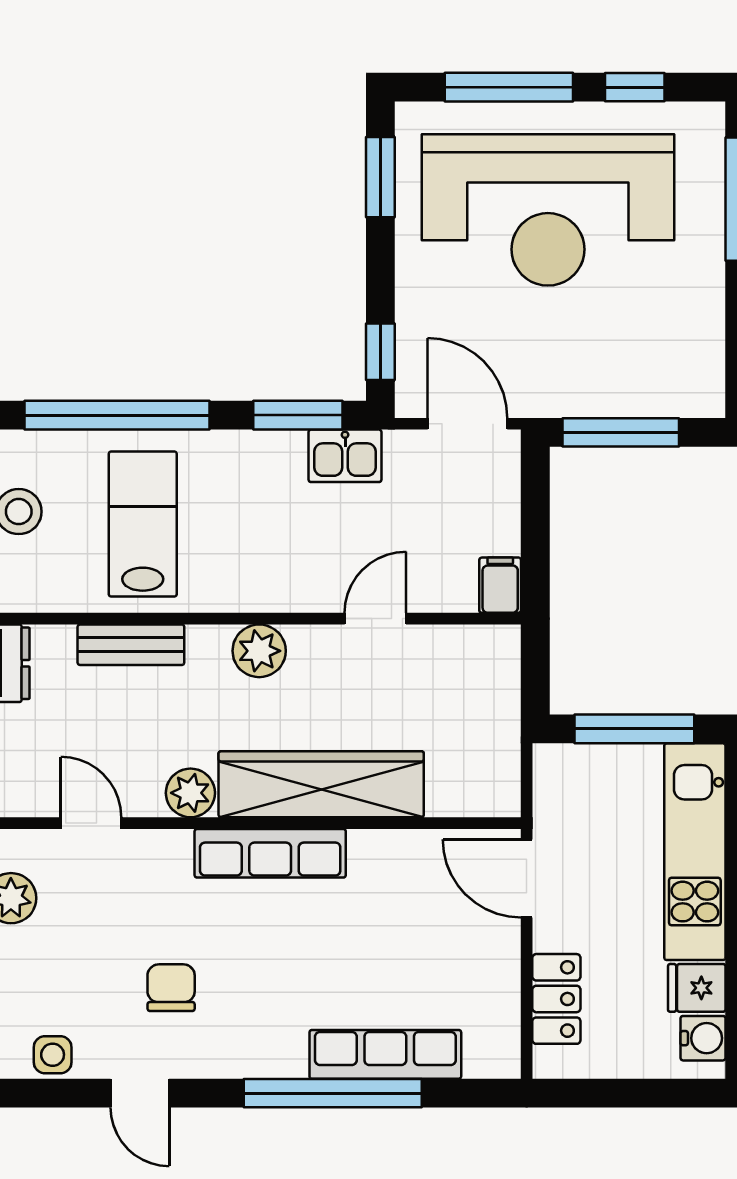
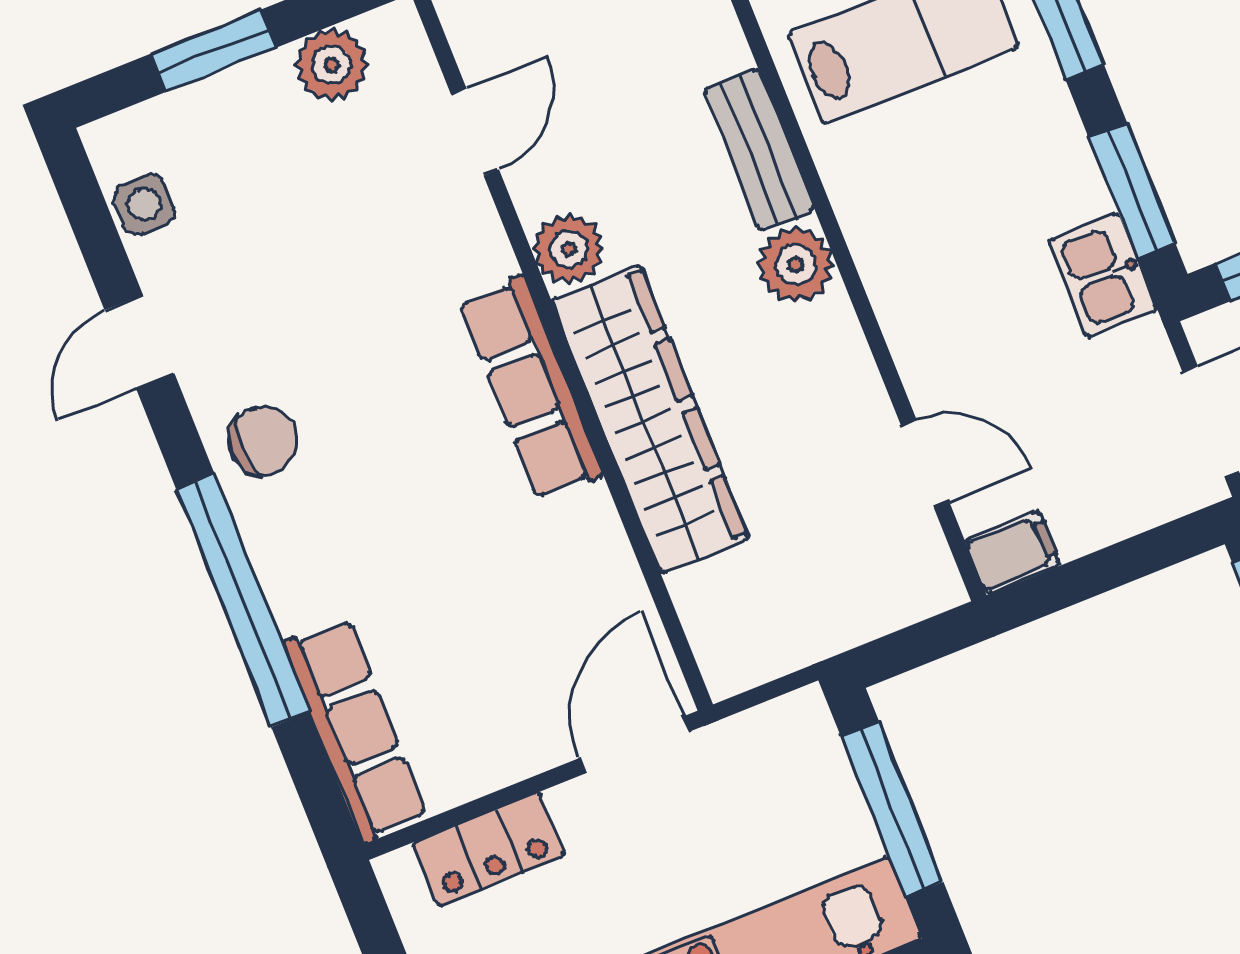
door: (375, 619) -> (925, 464), moved
bench: (131, 645) -> (759, 150), moved
chair: (171, 988) -> (263, 440), moved
row of seats: (385, 1054) -> (355, 730), moved

